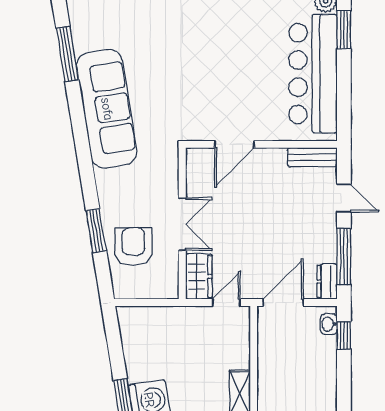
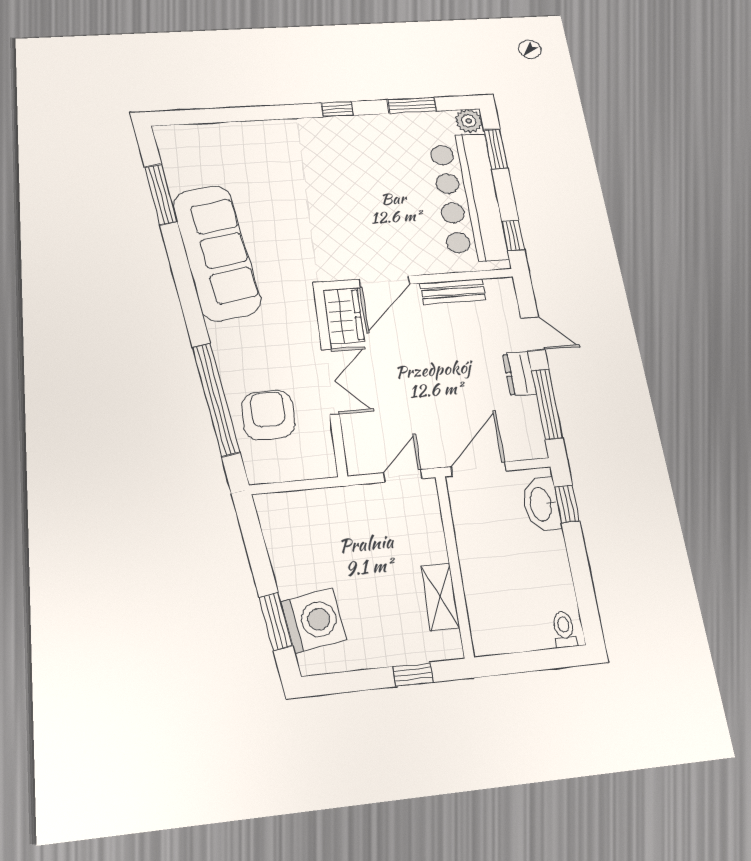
window: (344, 111) -> (513, 235), added
bench: (312, 157) -> (453, 292), moved
window: (96, 231) -> (216, 399), width x2.11
wardrobe: (199, 276) -> (343, 316), moved
dresser: (327, 281) -> (519, 374), moved
washbasin: (329, 324) -> (542, 504), width x1.91, depth x1.45

